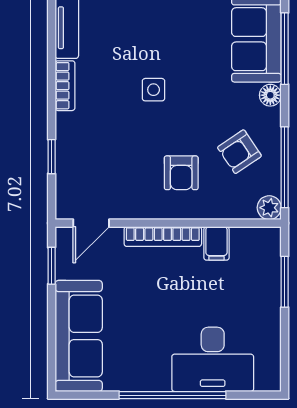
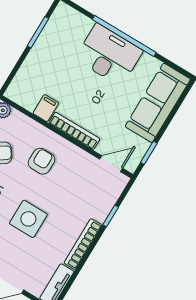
bookcase: (65, 86) -> (83, 244), width x1.56
side table: (154, 90) -> (28, 219), width x1.87, depth x1.87
window: (285, 282) -> (38, 32), moved
desk: (213, 359) -> (109, 55), moved

